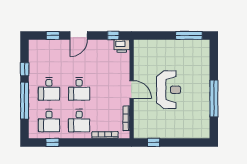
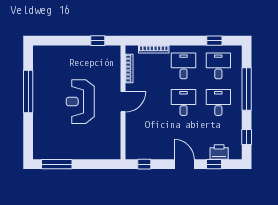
door: (79, 35) -> (184, 164), hinge flipped
printer: (122, 46) -> (219, 152), moved
window: (25, 69) -> (247, 137), moved
door: (132, 89) -> (123, 102), swing flipped

